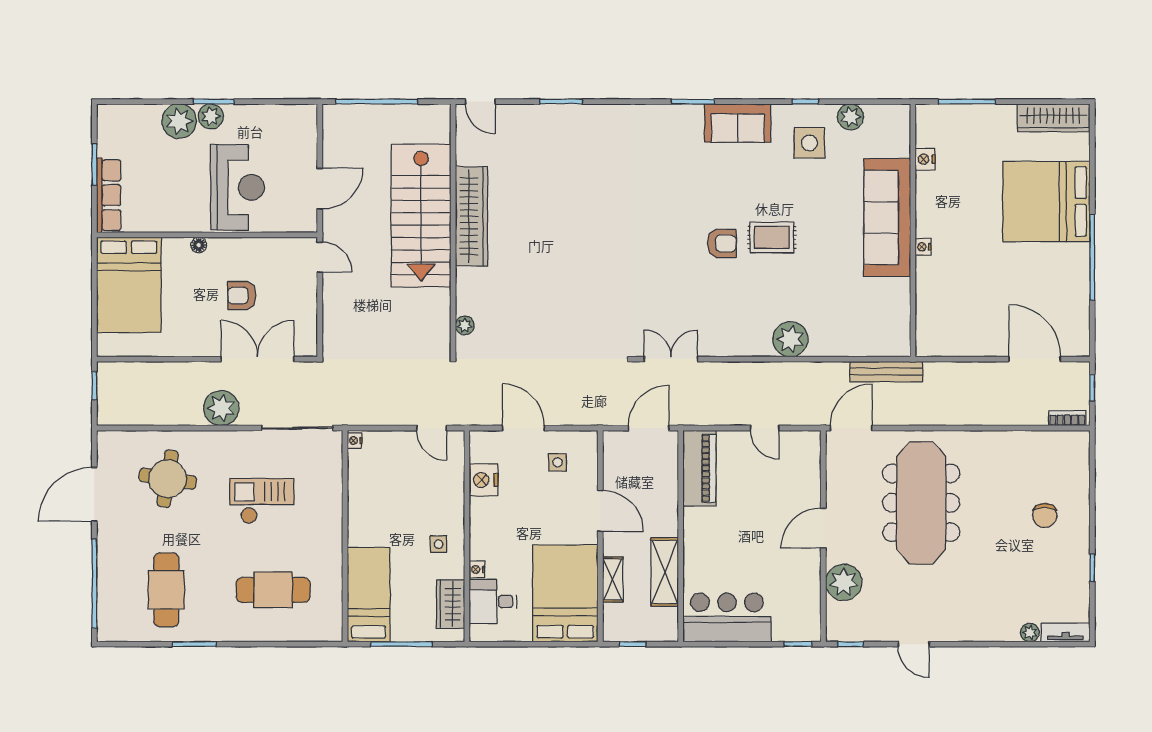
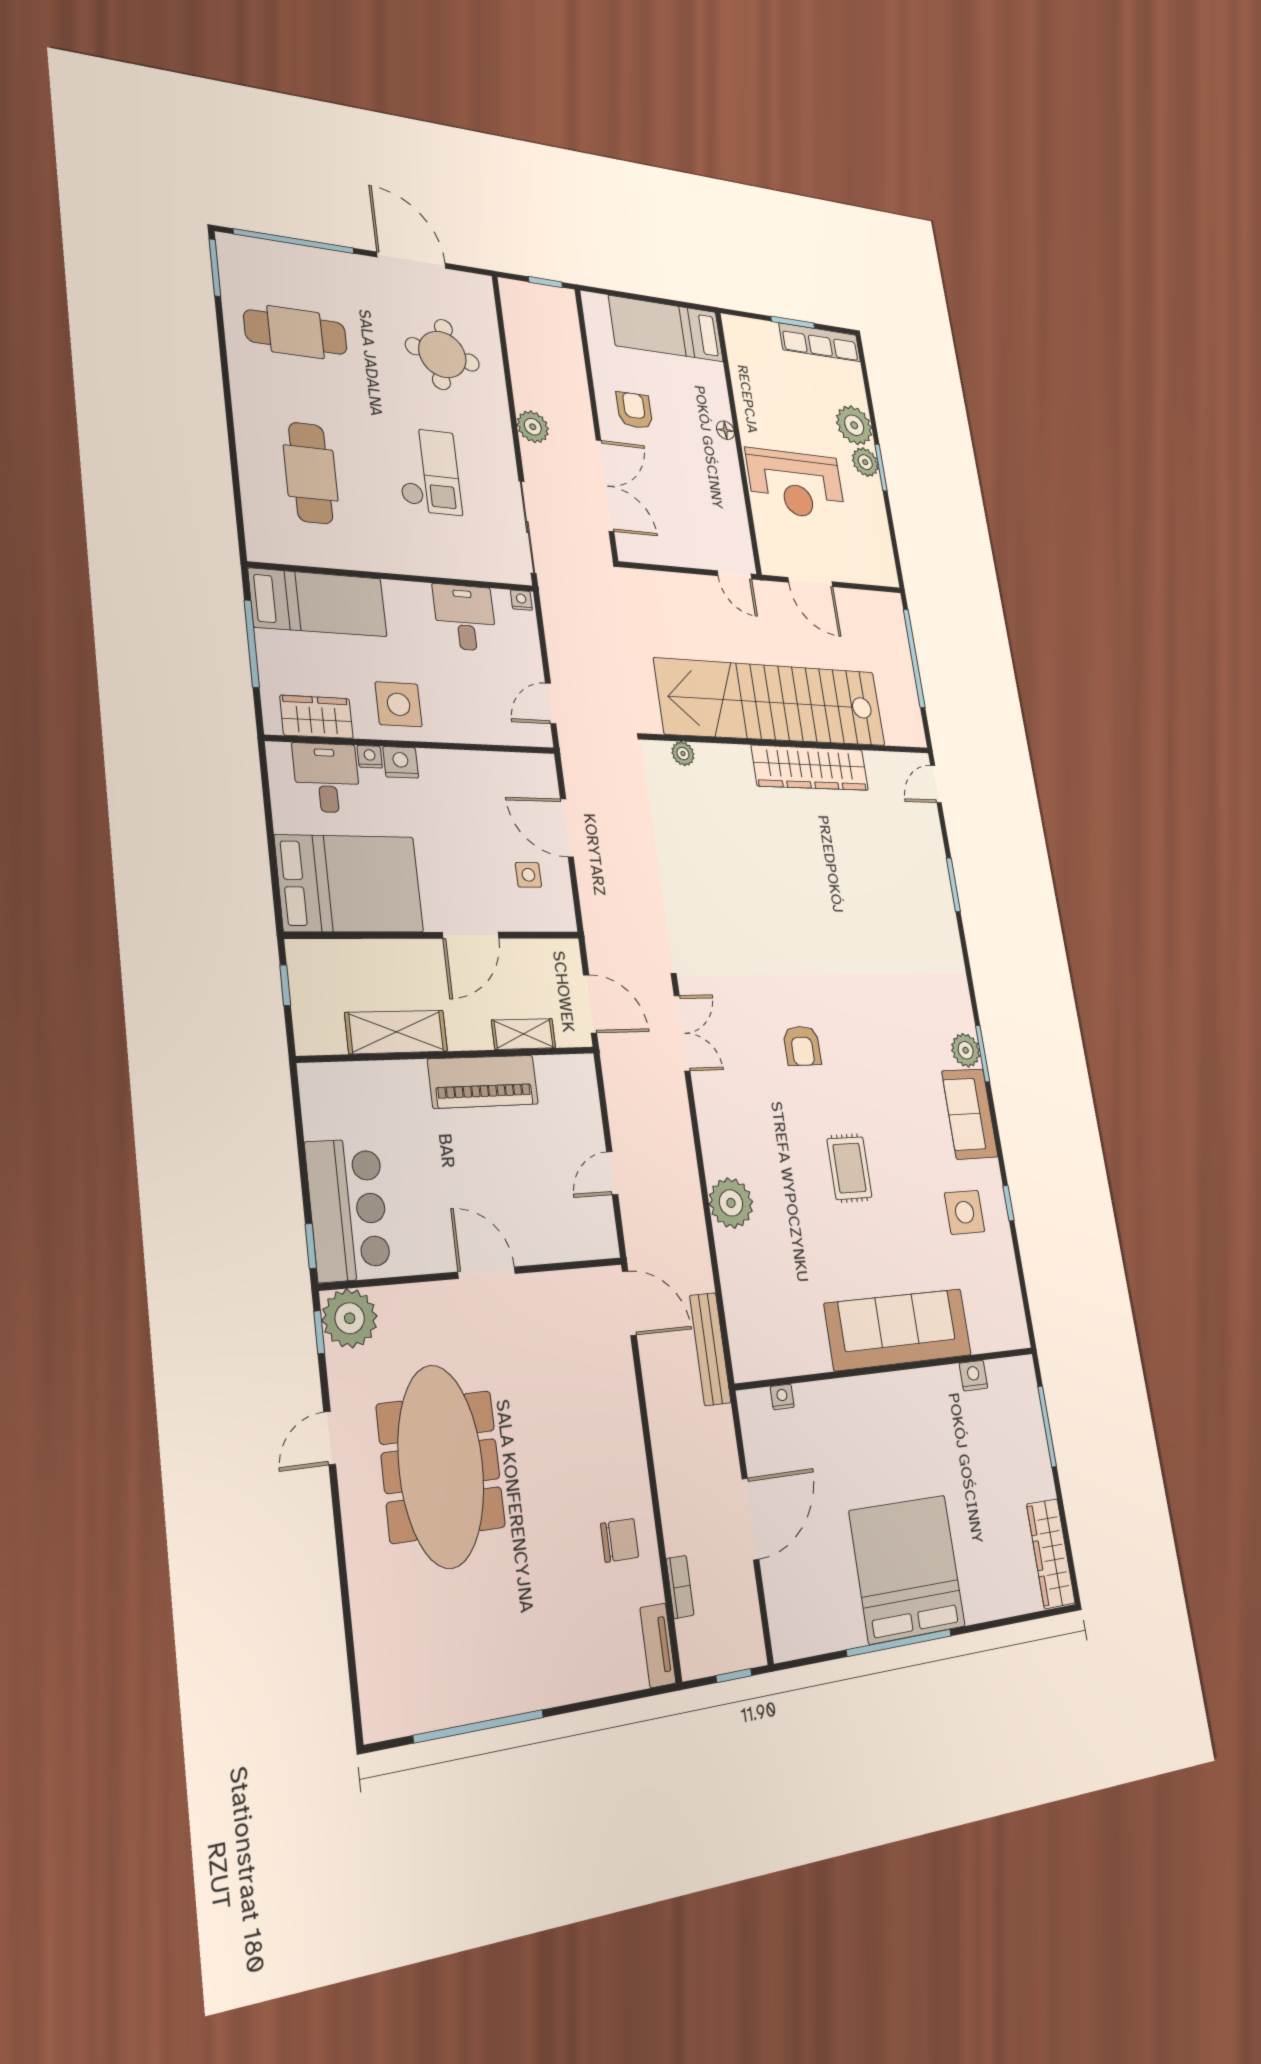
plant: (850, 117) -> (966, 1050), moved
row of seats: (109, 195) -> (820, 342), moved
bed: (1046, 201) -> (907, 1569), moved
stairs: (421, 216) -> (772, 703), width x1.36
armchair: (722, 243) -> (802, 1046), moved
nightstand: (923, 247) -> (782, 1397), moved
door: (320, 257) -> (735, 575), hinge flipped
bed: (129, 285) -> (666, 329), width x0.67
armchair: (242, 296) -> (634, 410), moved
door: (1035, 359) -> (750, 1519), moved
plant: (221, 408) -> (533, 427), width x0.73, depth x0.73
bookcase: (1067, 418) -> (680, 1587), moved
door: (523, 428) -> (567, 828), swing flipped
piano: (699, 468) -> (483, 1082), moved
nightstand: (484, 480) -> (401, 762), moved, width x0.74, depth x0.75
desk: (371, 487) -> (465, 618), added
meeting table: (921, 503) -> (441, 1466), moved, turned 90
chair: (1045, 515) -> (620, 1540), moved, turned 180
side table: (439, 544) -> (399, 704), width x1.87, depth x1.87
window: (1092, 568) -> (479, 1726), width x3.17
shelving: (613, 579) -> (524, 1034), moved
plant: (844, 582) -> (350, 1318), moved
bar counter: (727, 617) -> (348, 1210), moved
tv unit: (1065, 632) -> (658, 1645), moved, turned 180
plant: (1030, 633) -> (368, 1635), removed
window: (194, 644) -> (215, 268), moved

